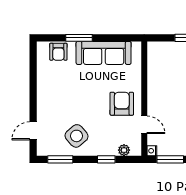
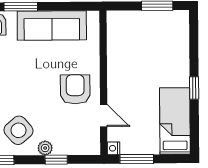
plant: (124, 150) -> (45, 148), moved

